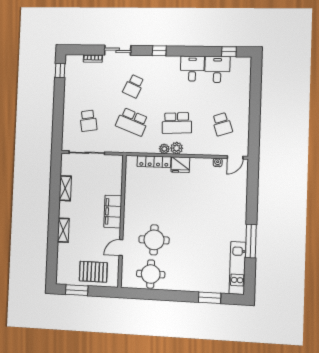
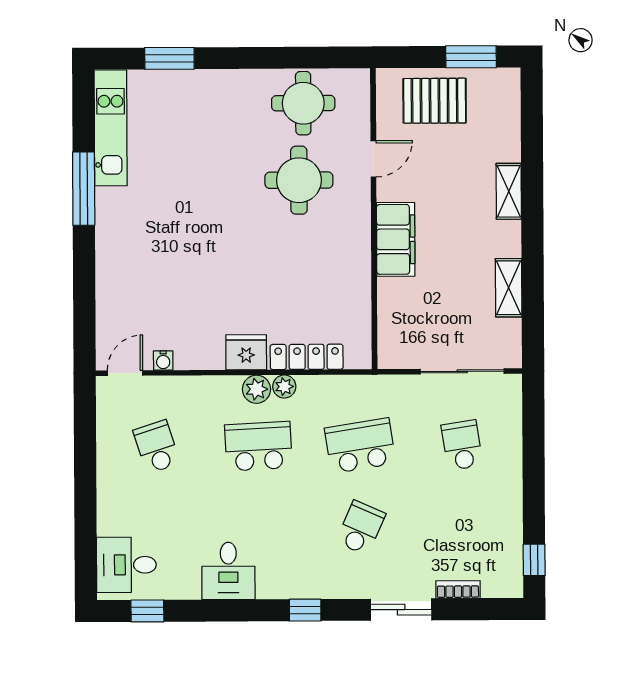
desk: (217, 69) -> (126, 565), moved, turned 90
school desk: (132, 122) -> (360, 446), turned -30

